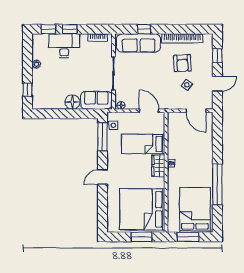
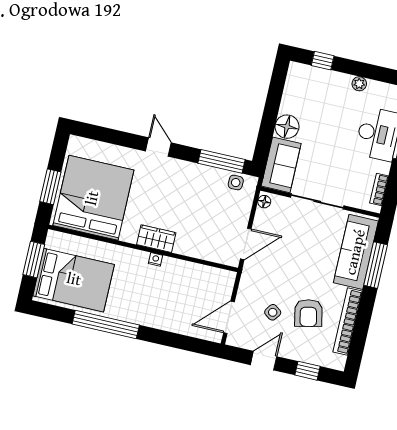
window: (144, 29) -> (376, 265), width x2.17
armchair: (182, 63) -> (308, 313), turned -99
door: (217, 84) -> (264, 361), swing flipped
bed: (143, 144) -> (196, 223), removed

